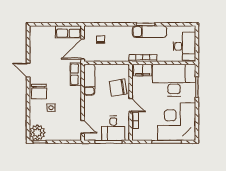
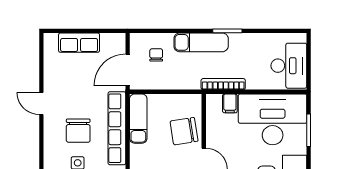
row of seats: (68, 32) -> (79, 43), moved
exam couch: (150, 32) -> (201, 42), moved
filing cabinet: (143, 70) -> (230, 103), width x0.50
row of seats: (76, 74) -> (117, 128), width x2.02
chair: (39, 92) -> (78, 131), moved

